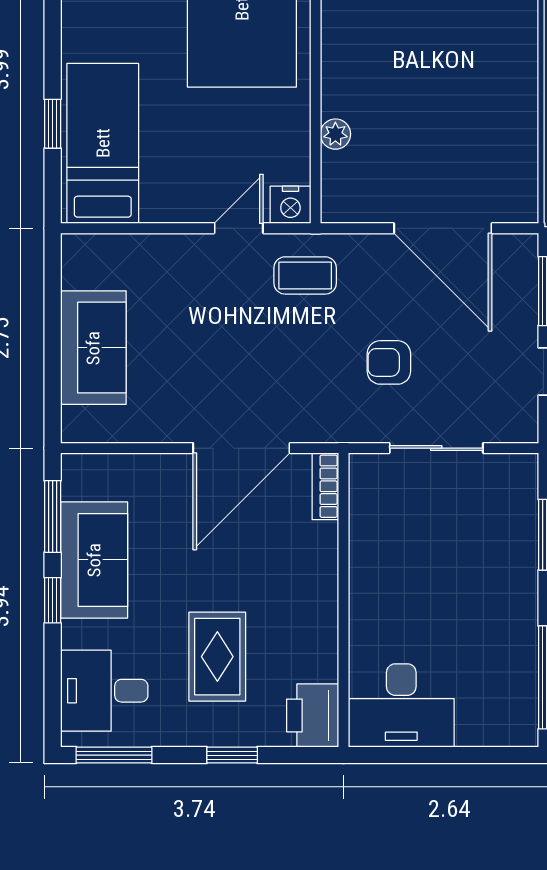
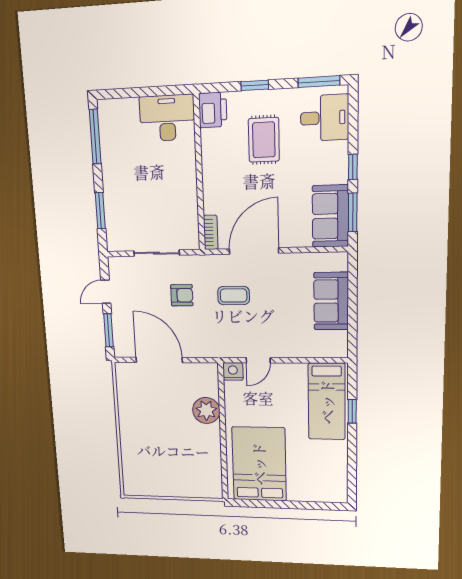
plant: (335, 134) -> (206, 410), width x1.87, depth x1.87
coffee table: (305, 275) -> (234, 295), moved
sofa: (94, 560) -> (330, 216), moved

